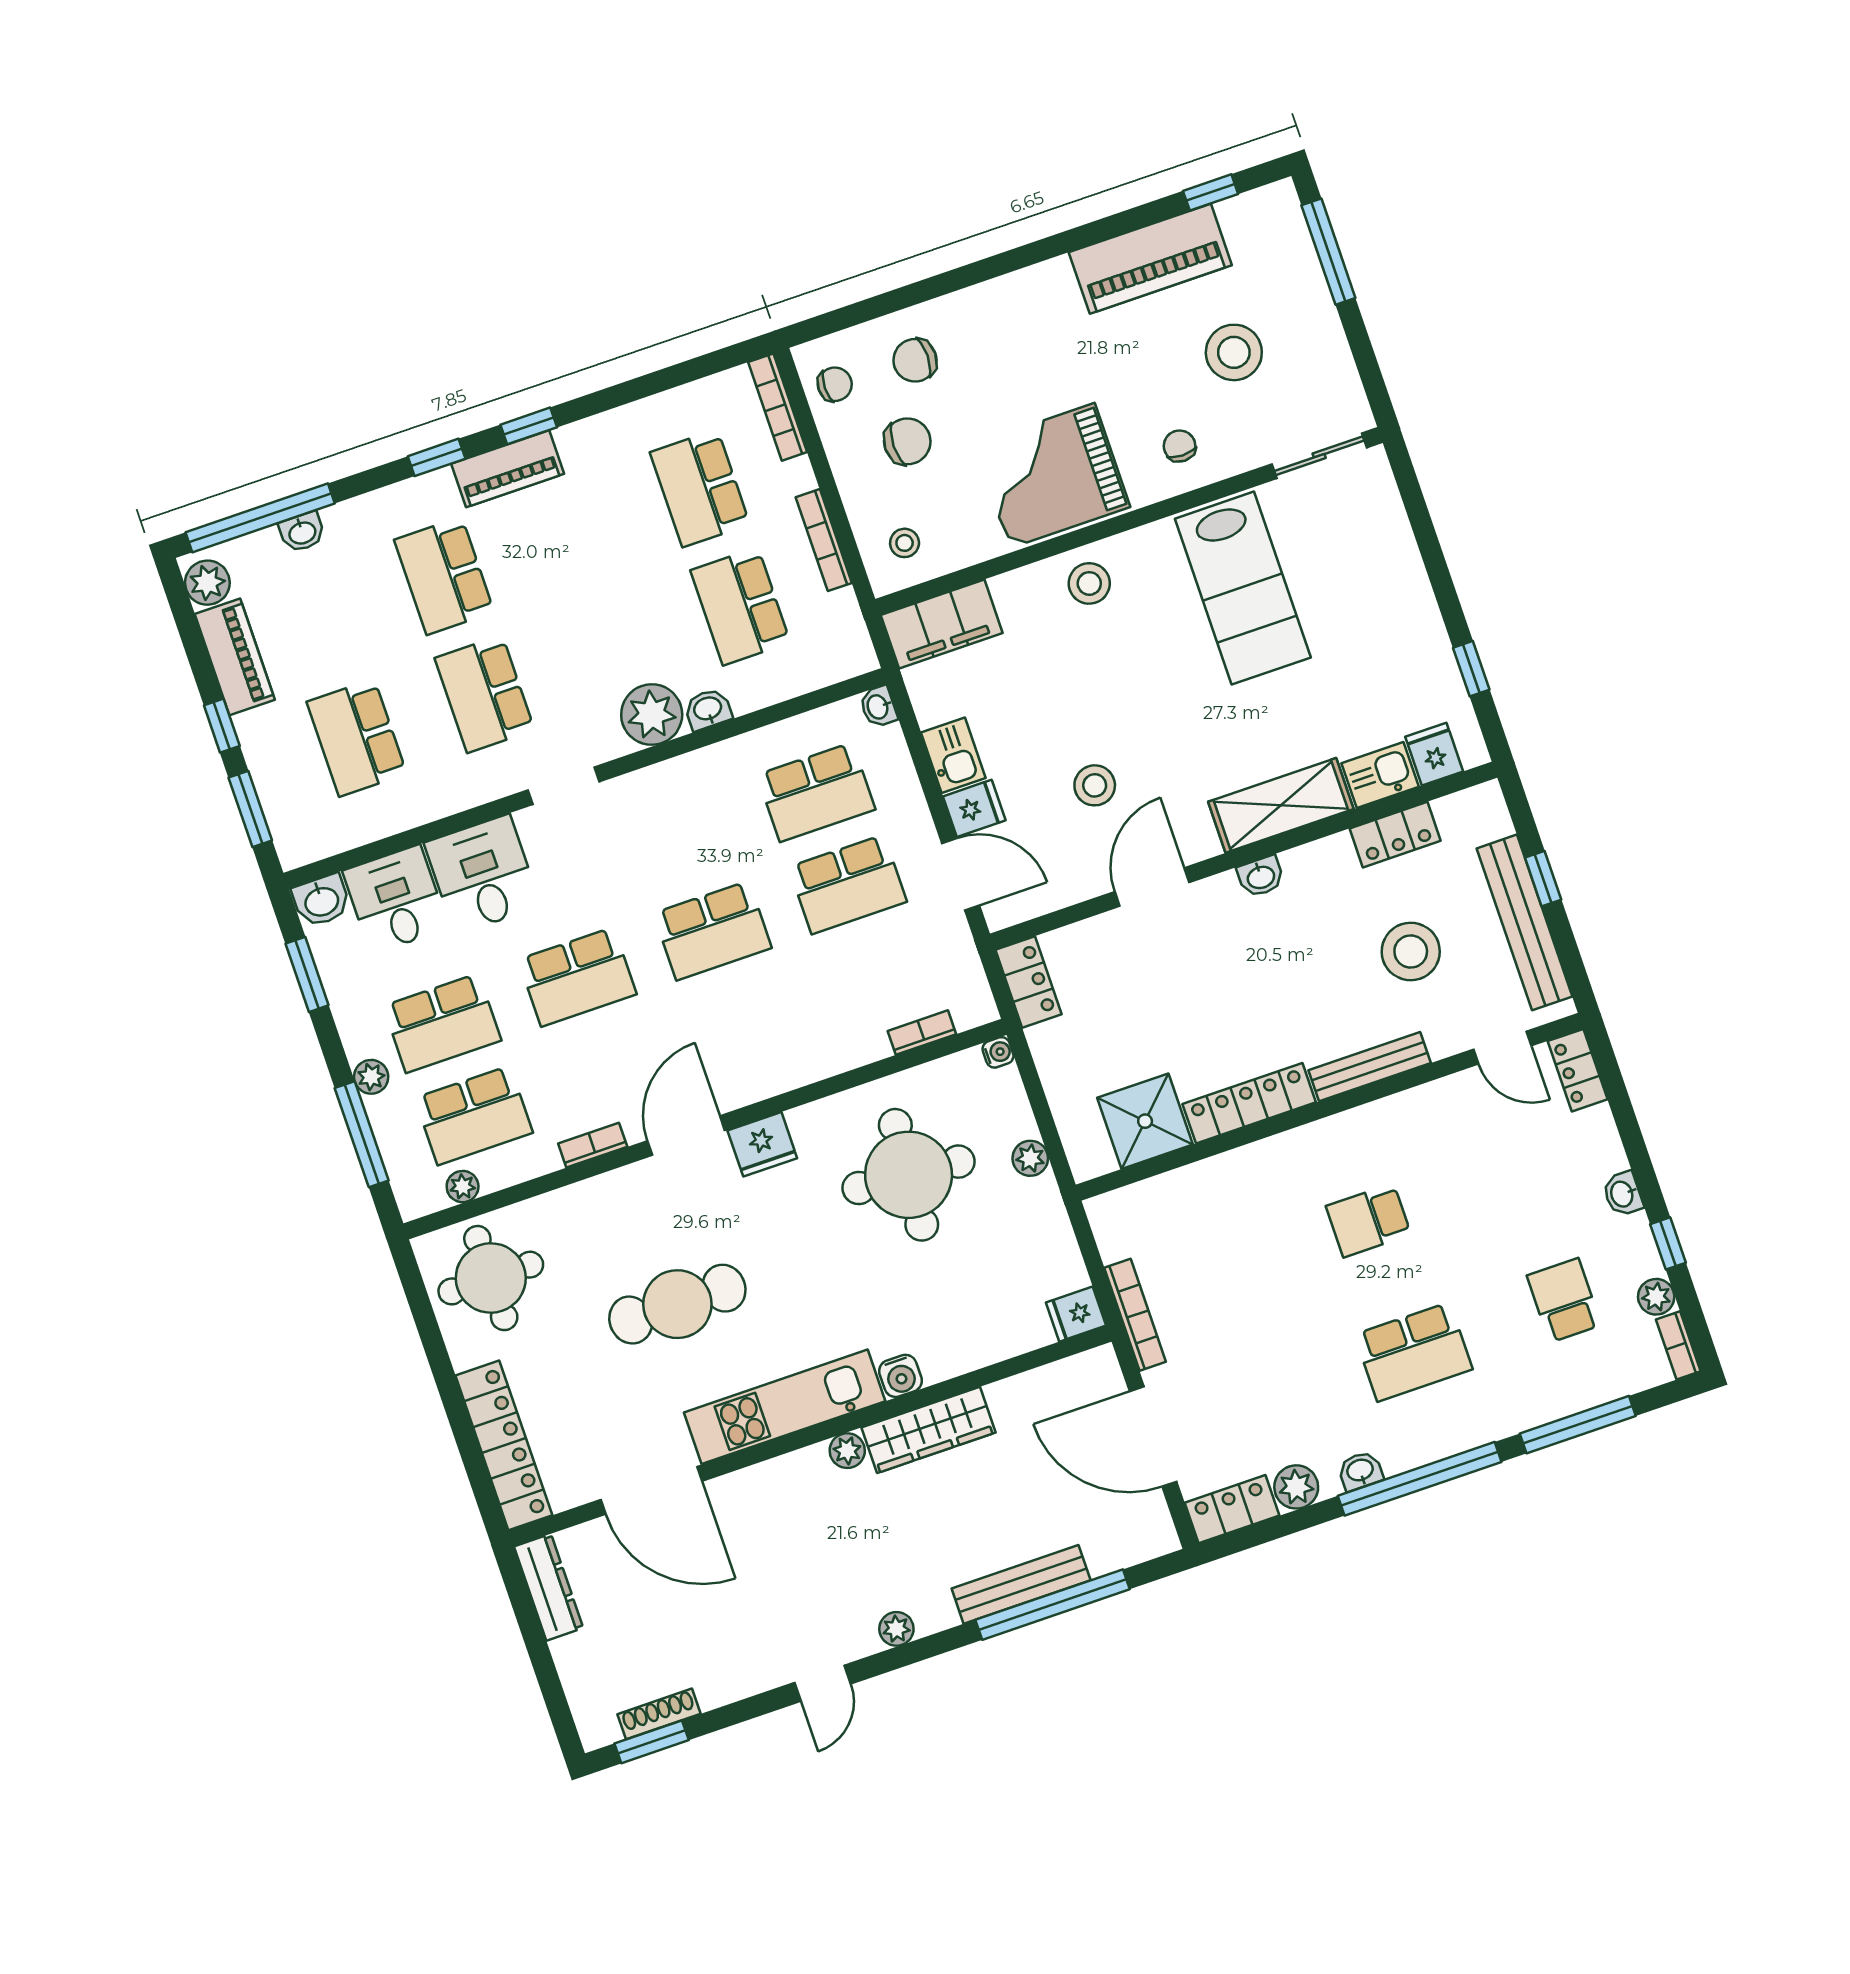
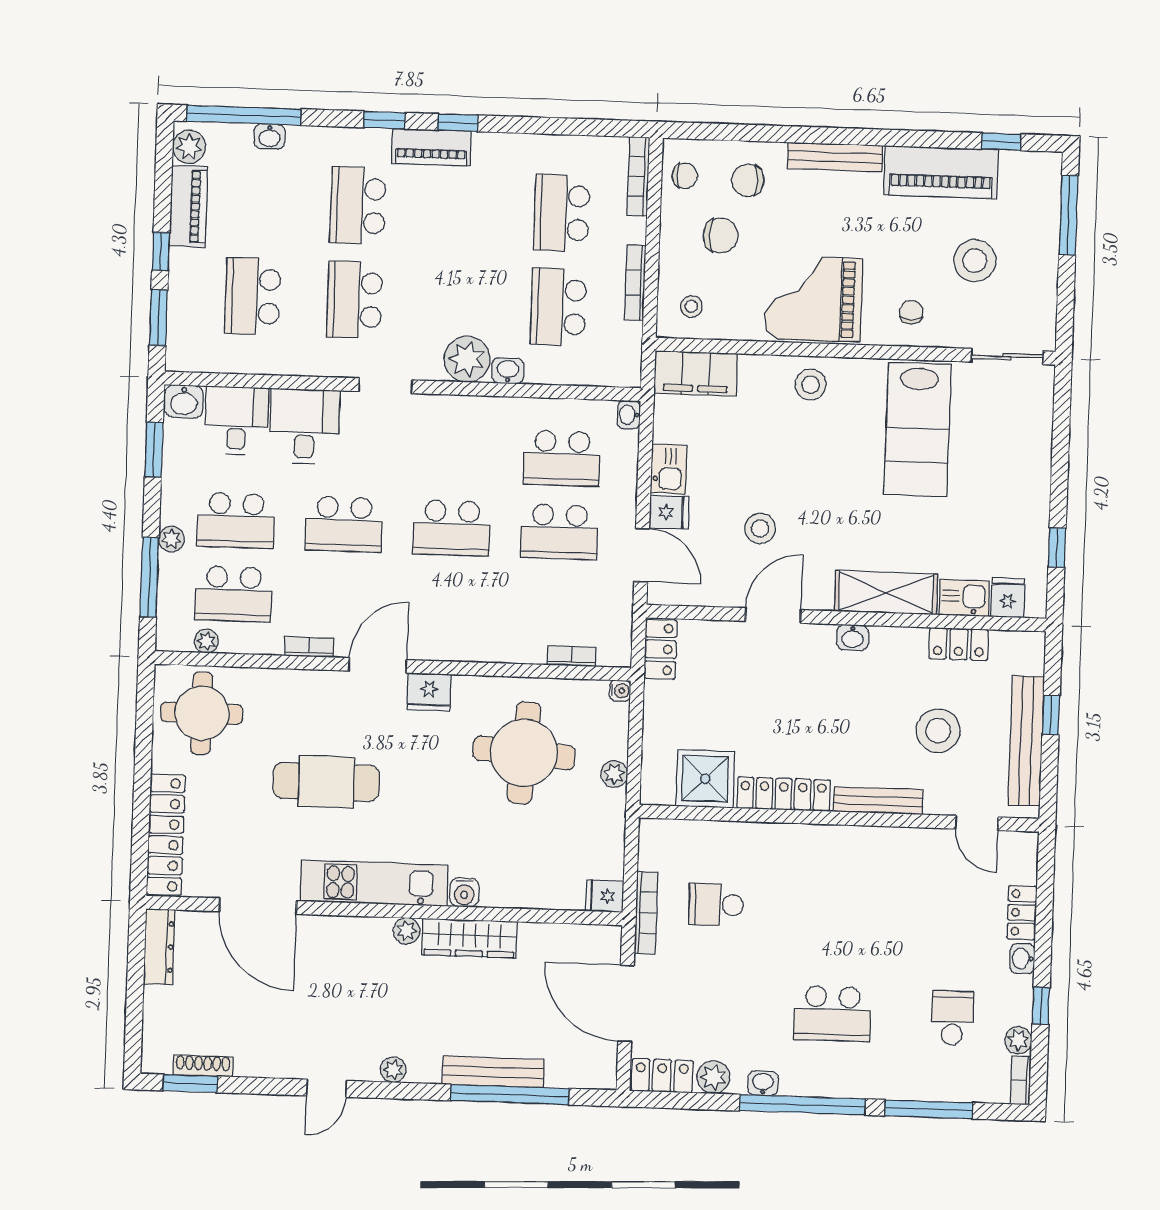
bench: (1012, 290) -> (835, 157), added
locker: (1578, 1070) -> (1022, 913), moved
school desk: (1368, 1220) -> (716, 905), moved

